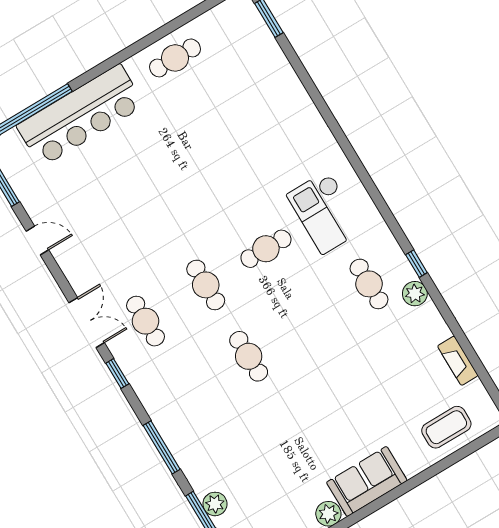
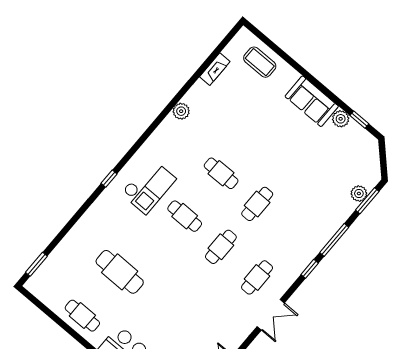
cafe table: (219, 131) -> (120, 272), added
window: (416, 264) -> (109, 179), moved
cafe table: (369, 284) -> (221, 173), moved, turned 90
double door: (87, 323) -> (271, 315), swing flipped
window: (117, 373) -> (310, 269), moved

